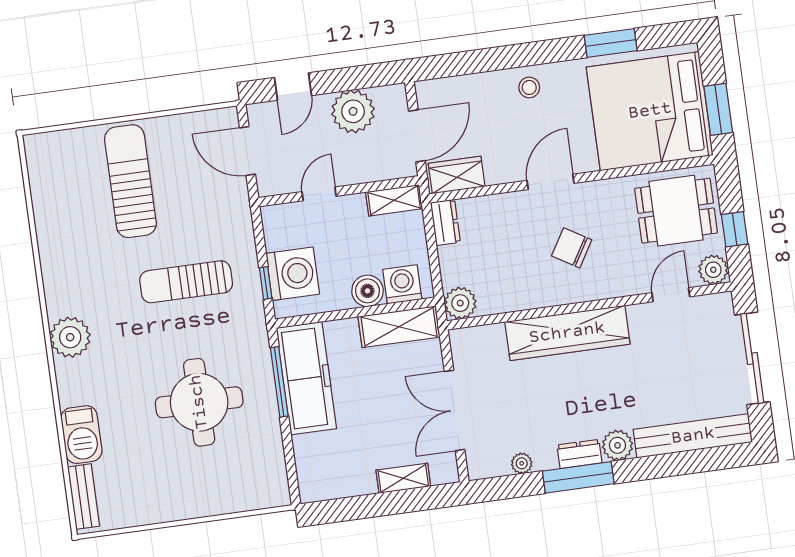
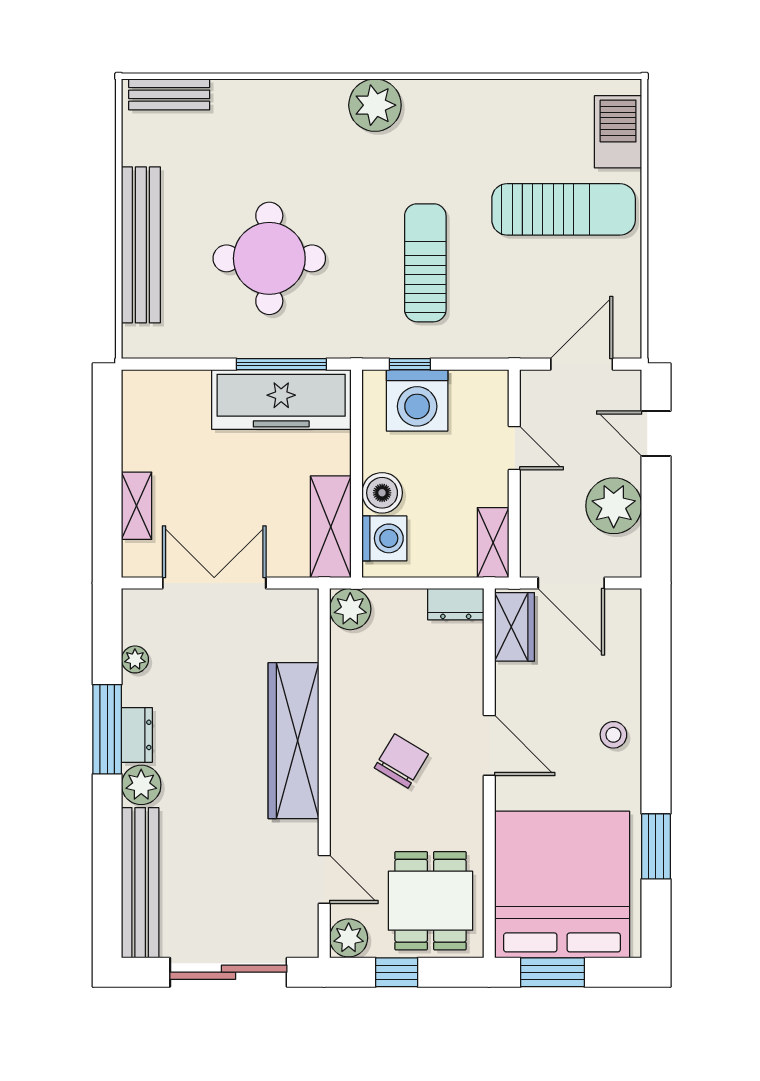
barbecue: (81, 435) -> (618, 132), moved, turned 90
bench: (202, 502) -> (141, 245), added

